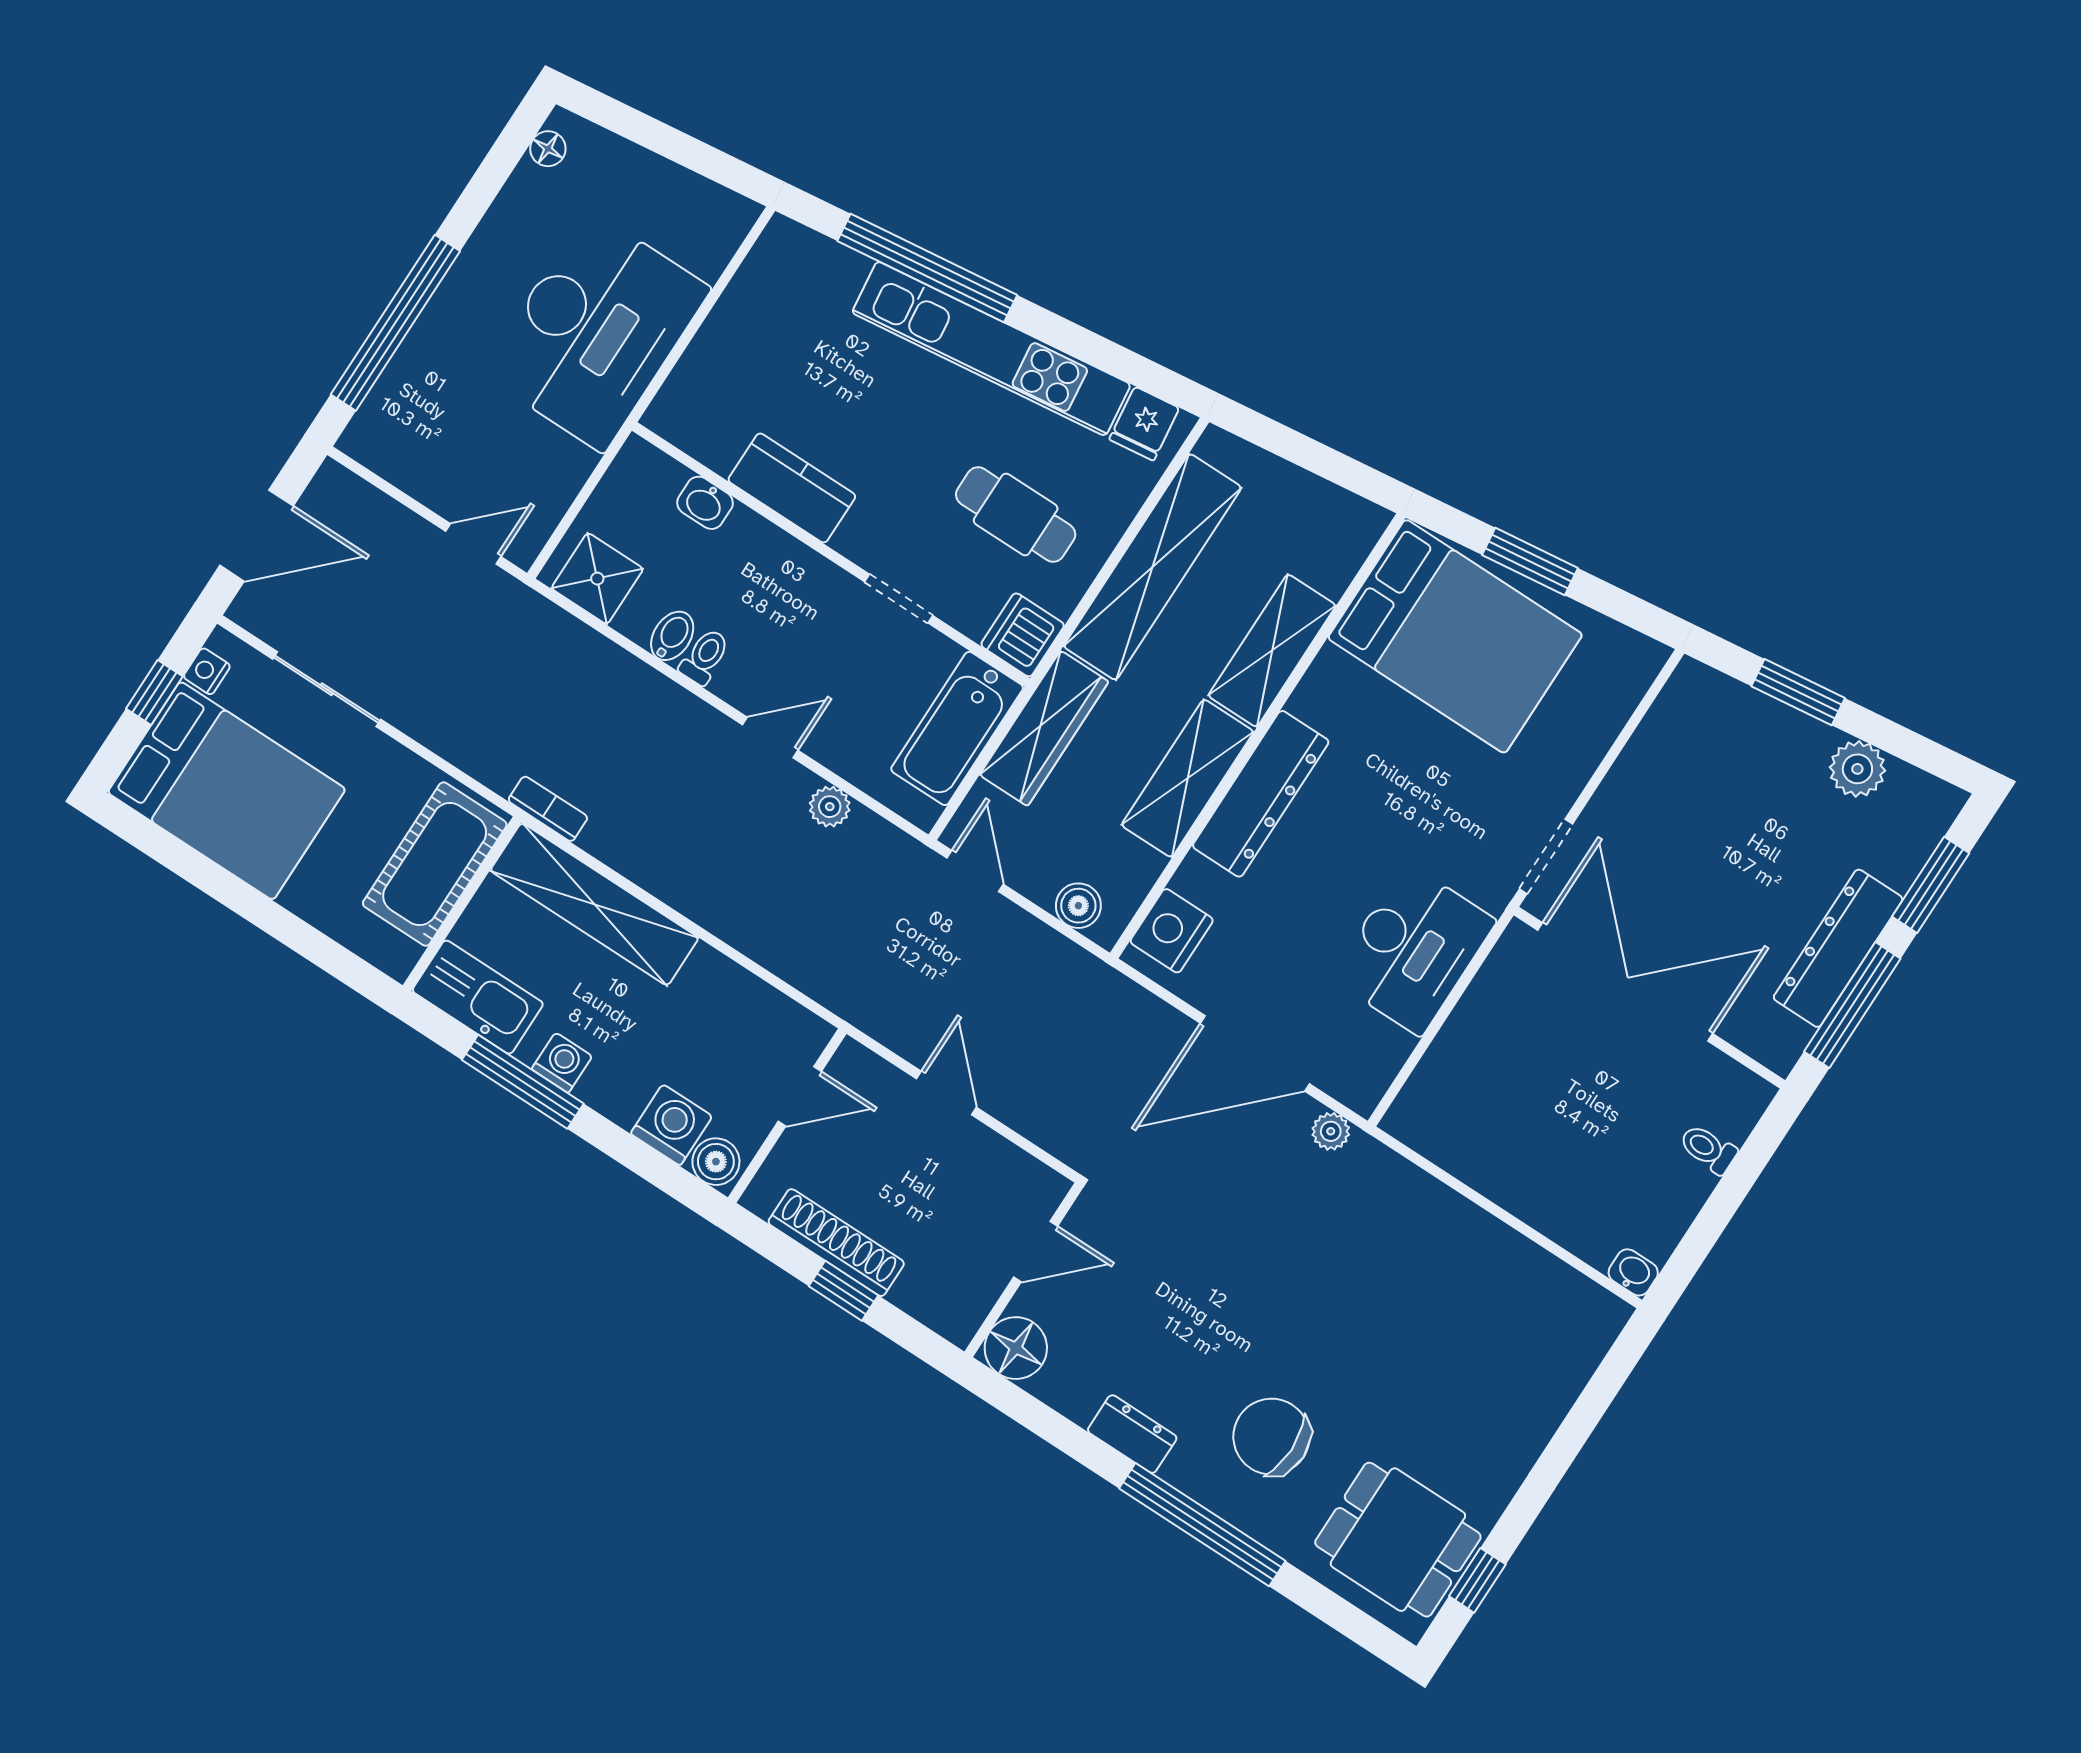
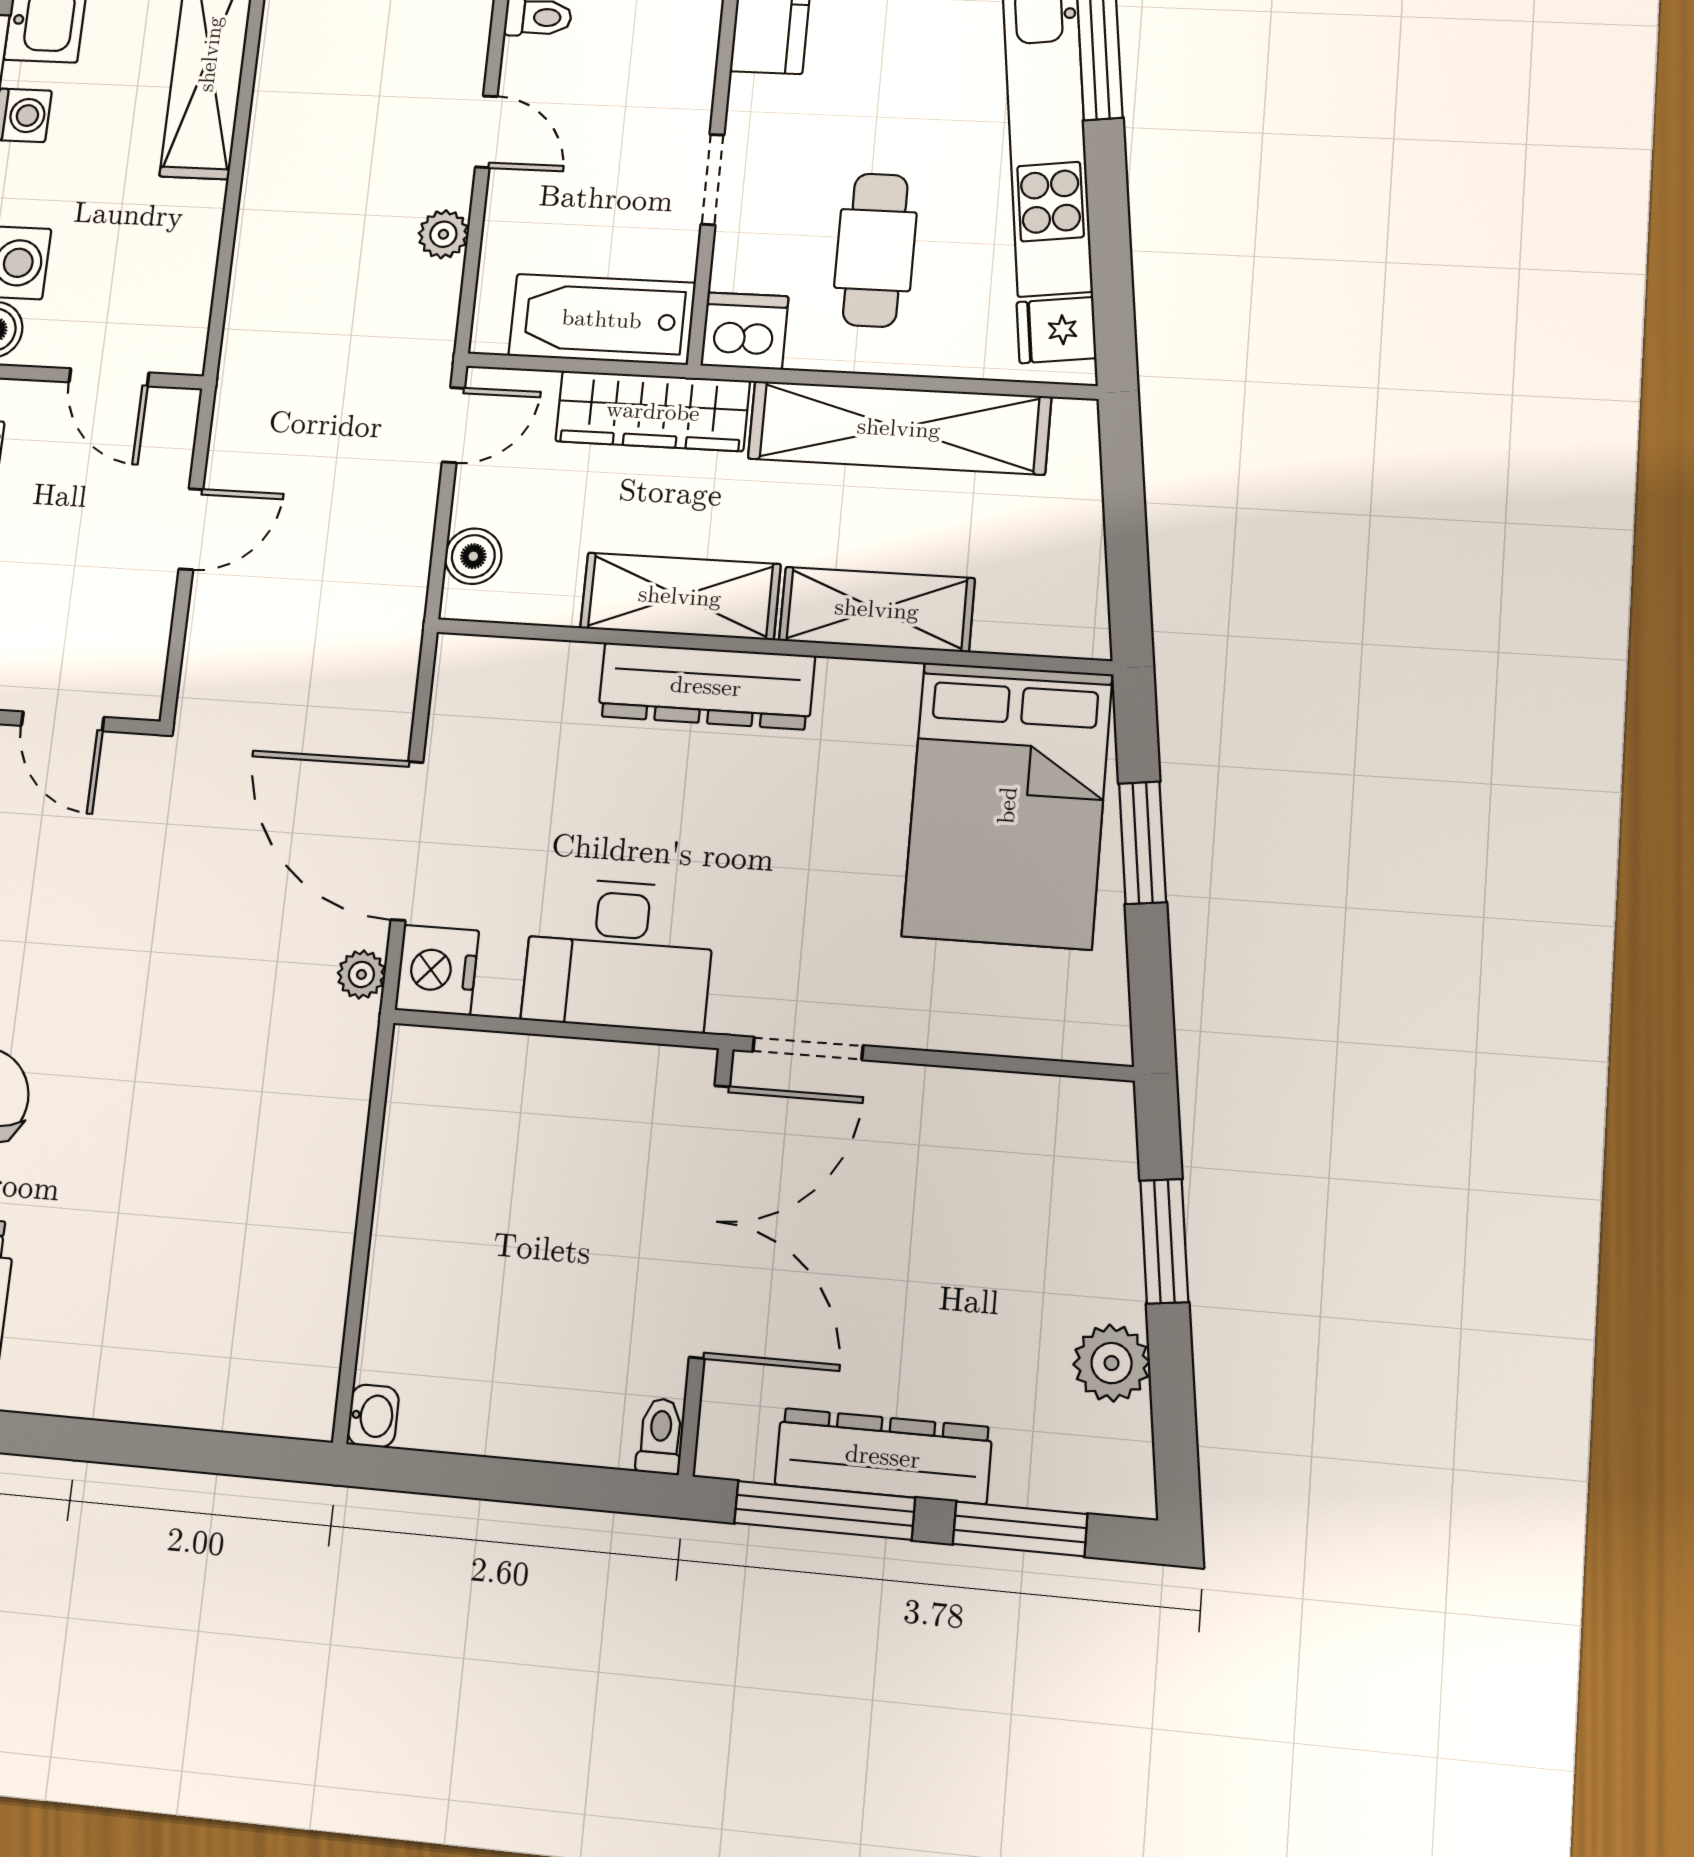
nightstand: (1172, 931) -> (437, 970), moved, turned -90
toilet: (1708, 1149) -> (660, 1436), moved

